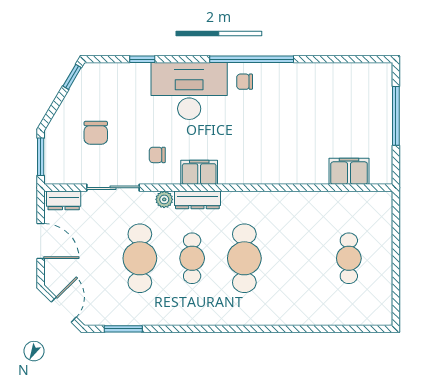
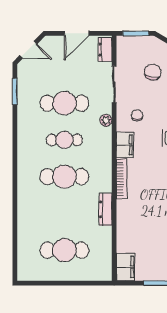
chair: (96, 133) -> (153, 72), turned 102
filing cabinet: (349, 171) -> (126, 267), moved
bookcase: (248, 177) -> (121, 179), added
dresser: (197, 200) -> (106, 209), moved
cafe table: (349, 258) -> (64, 250), width x1.37, depth x1.35

